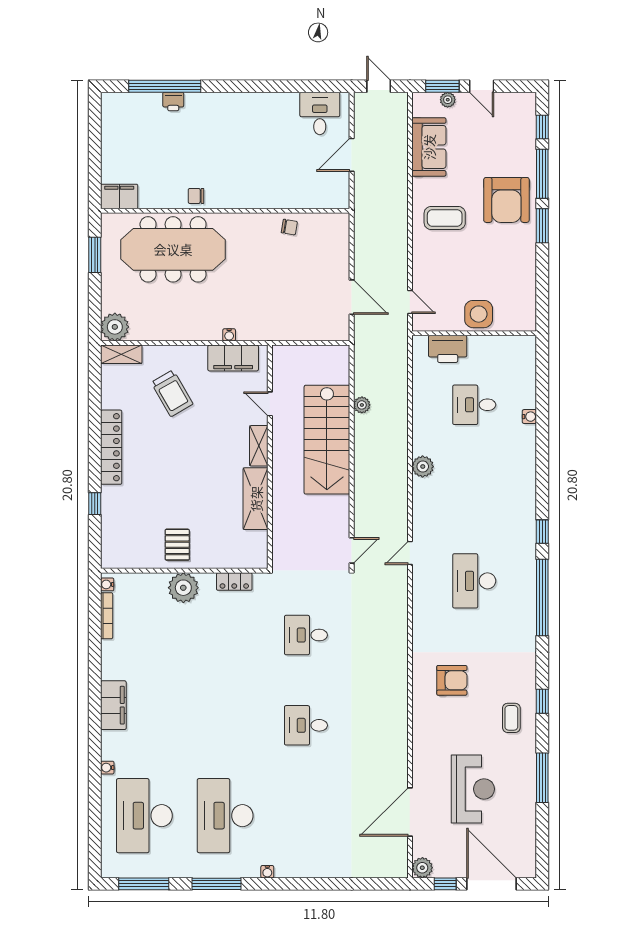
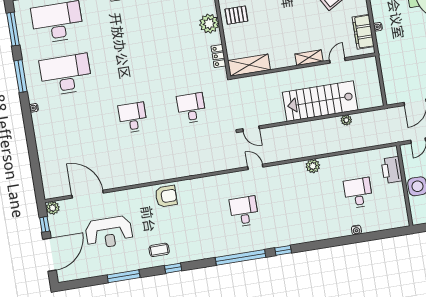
shelving: (256, 499) -> (249, 65), moved
desk: (474, 581) -> (244, 211), width x0.73
armchair: (452, 680) -> (166, 196), moved, turned -90

